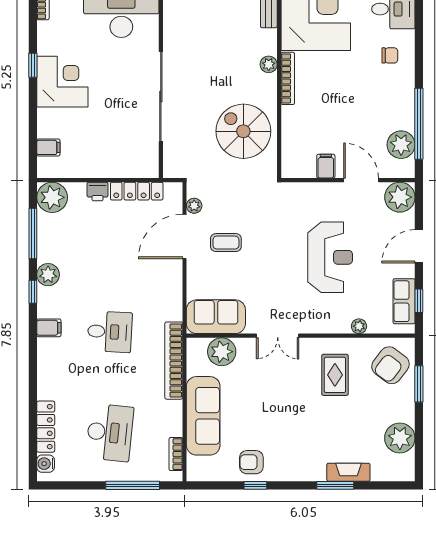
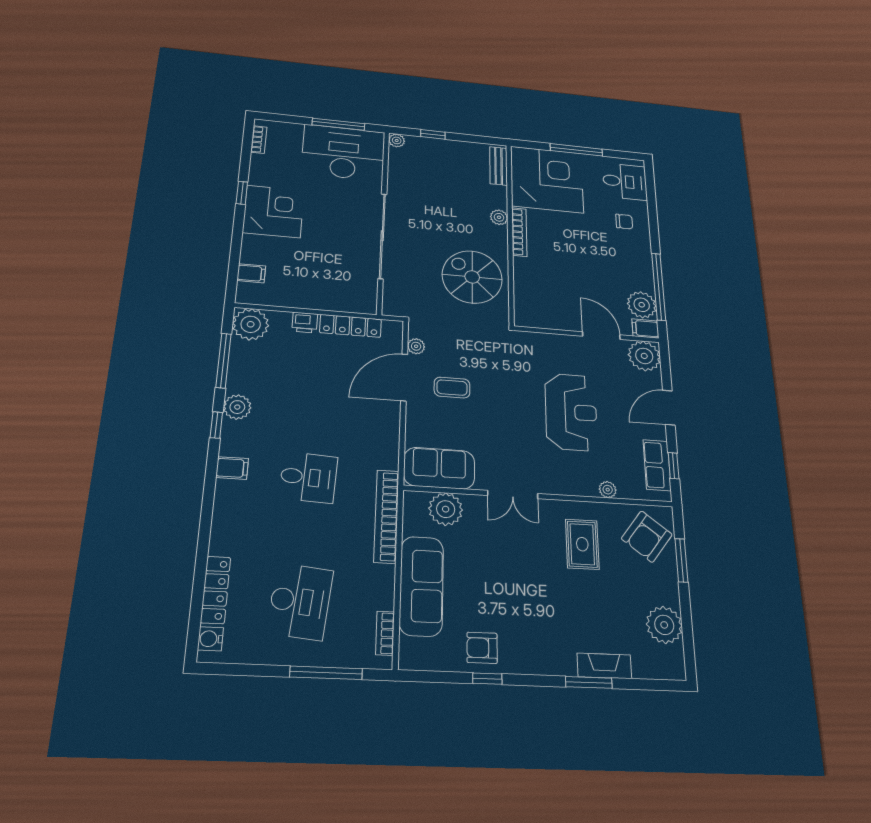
filing cabinet: (326, 166) -> (645, 329), moved, turned -90

